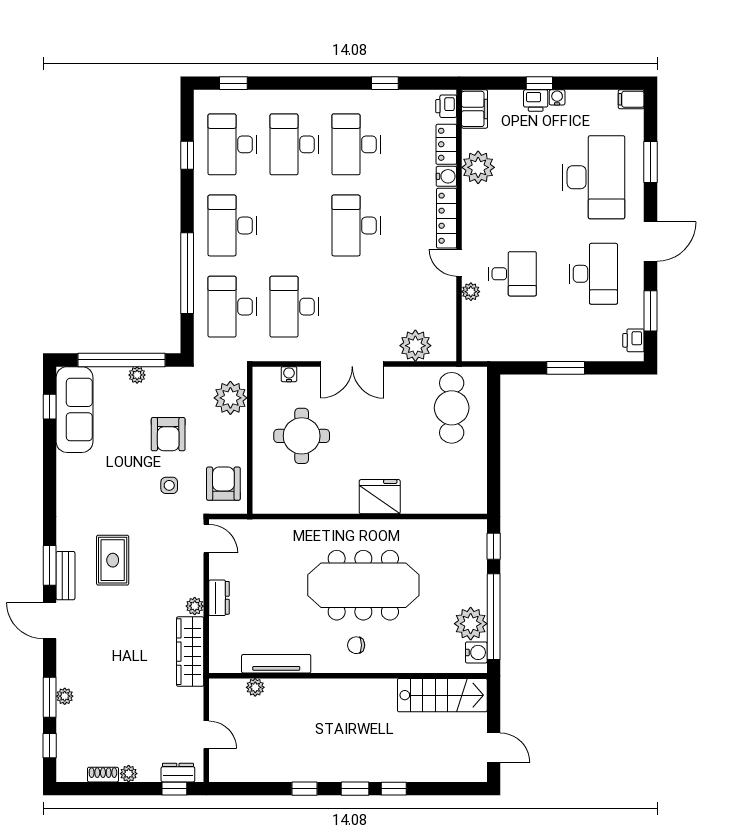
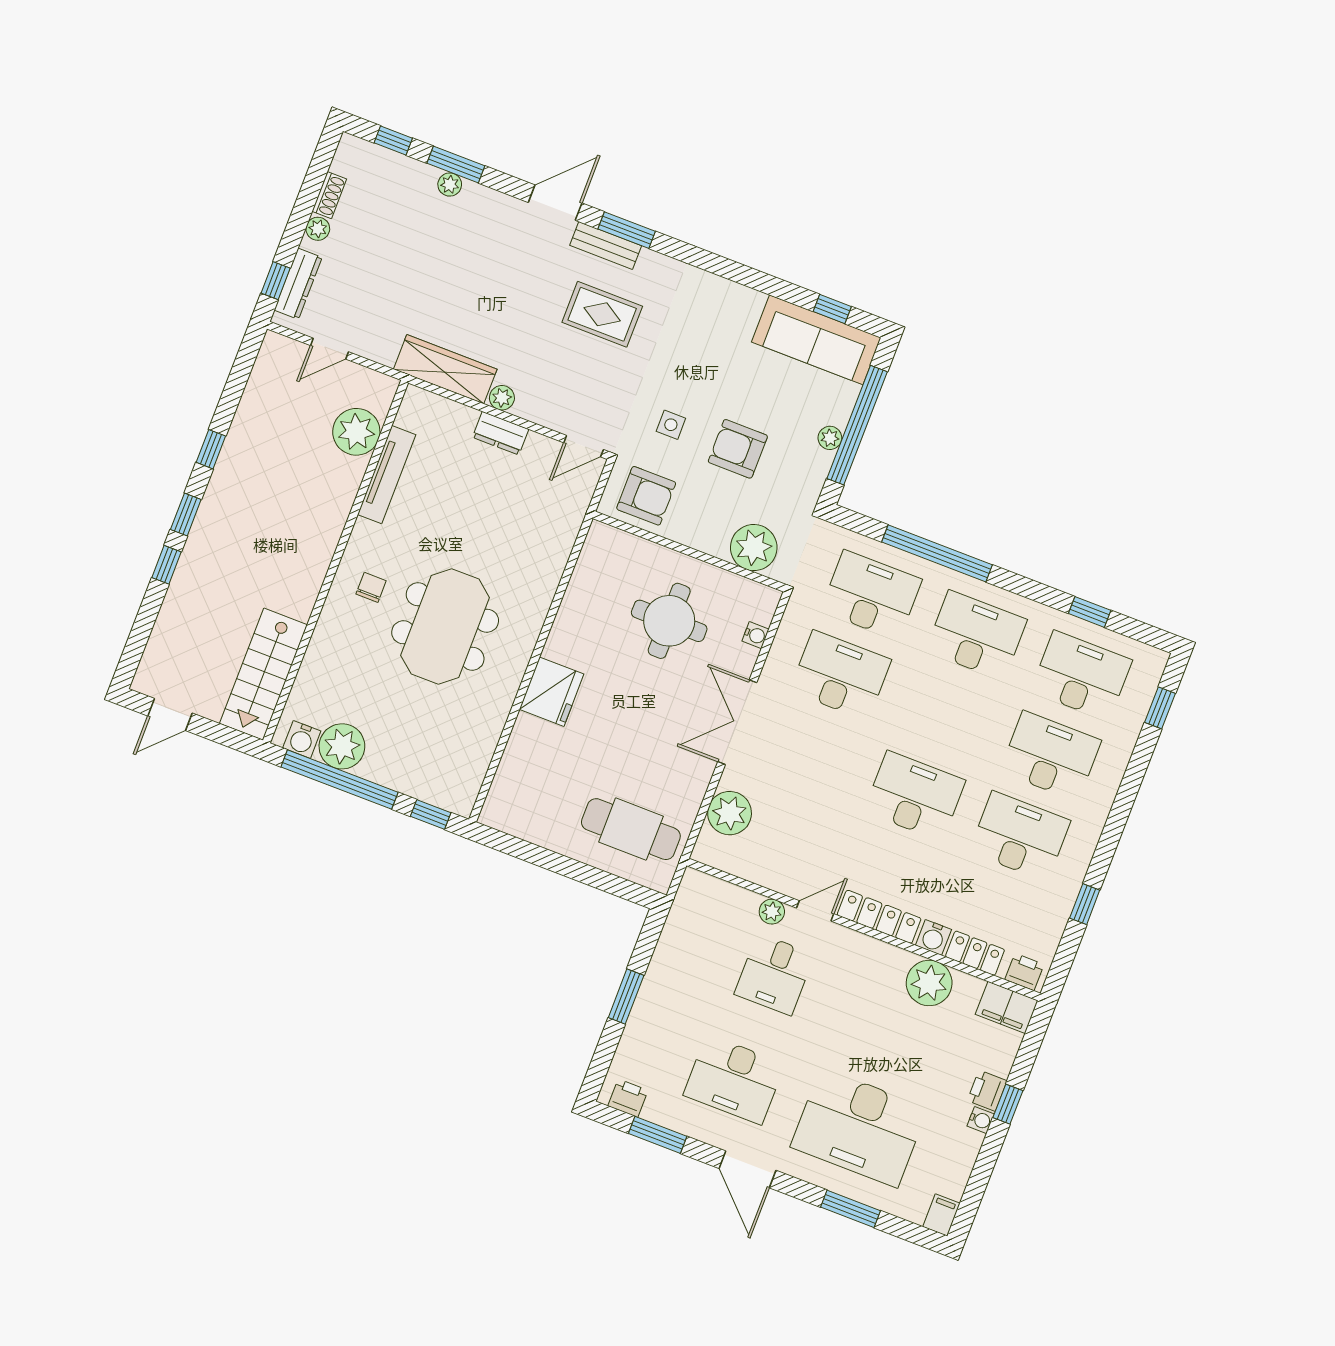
meeting table: (363, 585) -> (445, 627), width x0.73
plant: (255, 687) -> (356, 432), width x1.88, depth x1.88
dresser: (178, 773) -> (298, 284), width x1.44

